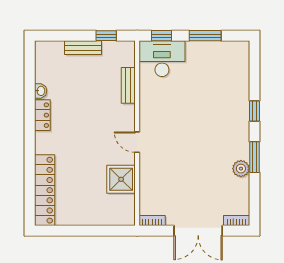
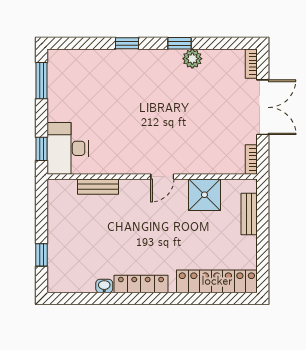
window: (106, 36) -> (42, 255), moved
window: (205, 36) -> (42, 81), moved
bench: (83, 48) -> (249, 214), moved
locker: (42, 115) -> (141, 284), width x1.53
window: (254, 157) -> (179, 43), width x0.67

